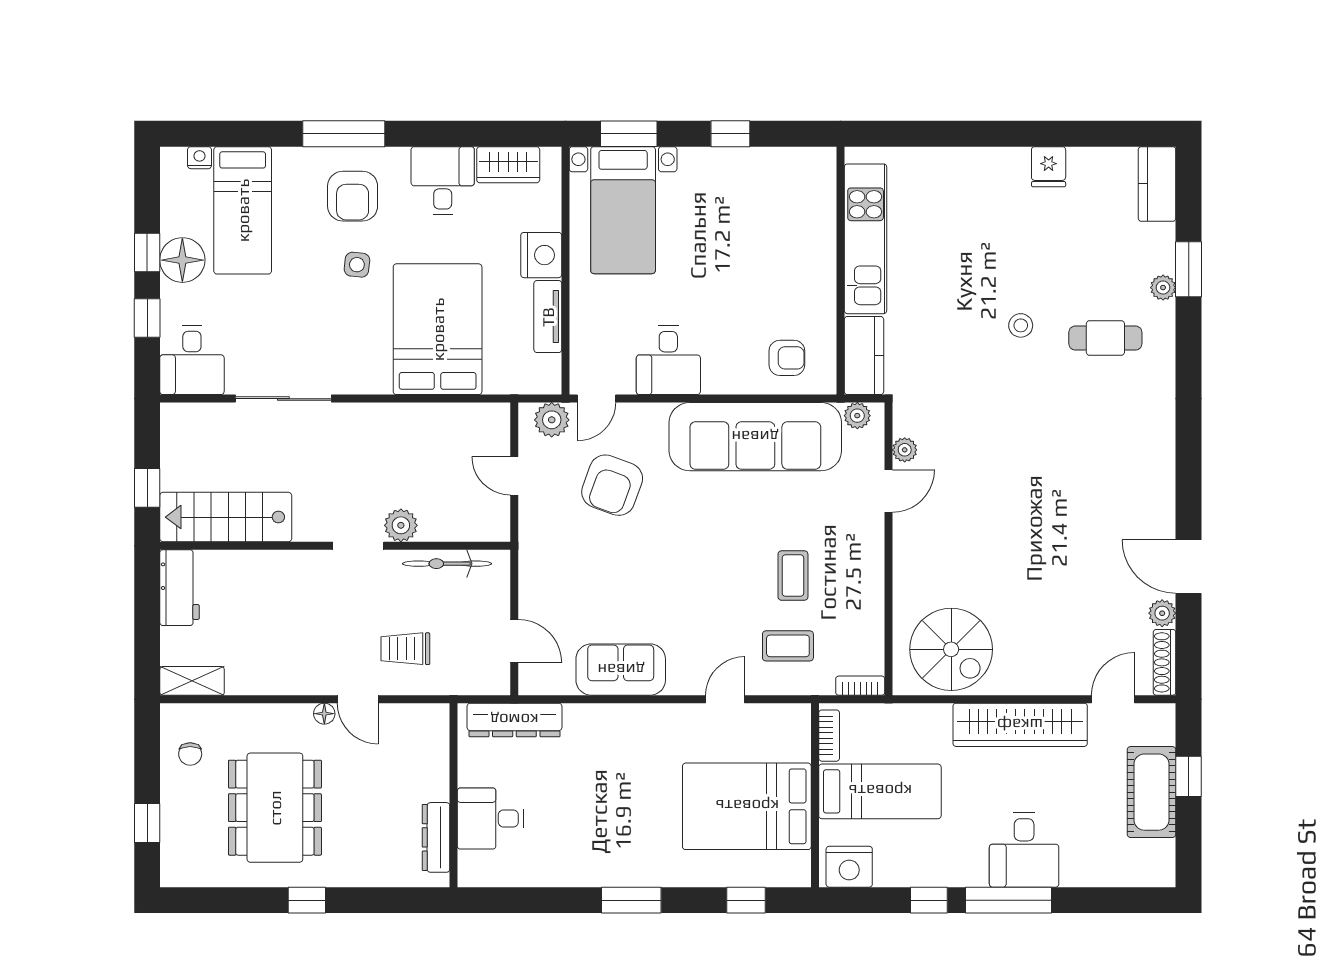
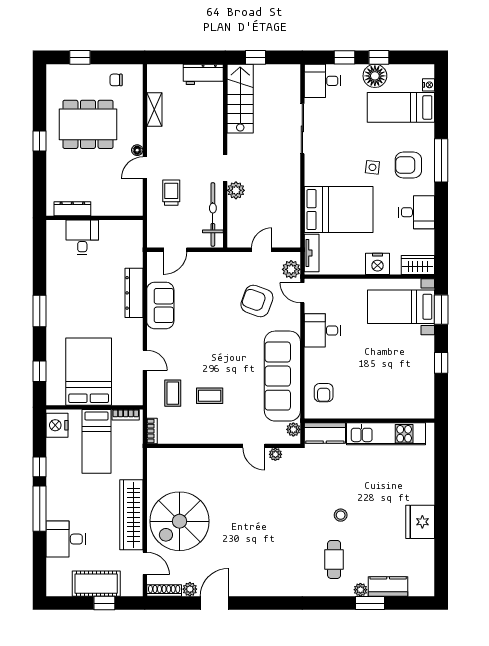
wardrobe: (508, 165) -> (418, 265), moved, turned 90
fridge: (1049, 167) -> (420, 522), width x1.88, depth x1.34
kitchen counter: (1157, 184) -> (388, 587), moved
tv unit: (548, 317) -> (312, 253), moved, turned 90
bicycle: (447, 564) -> (213, 214), width x1.37, depth x1.40
spiral stairs: (951, 649) -> (179, 521), moved, width x1.37, depth x1.37
shelving: (192, 681) -> (154, 110), moved
dresser: (514, 720) -> (134, 293), moved
desk: (1024, 850) -> (66, 539), moved

